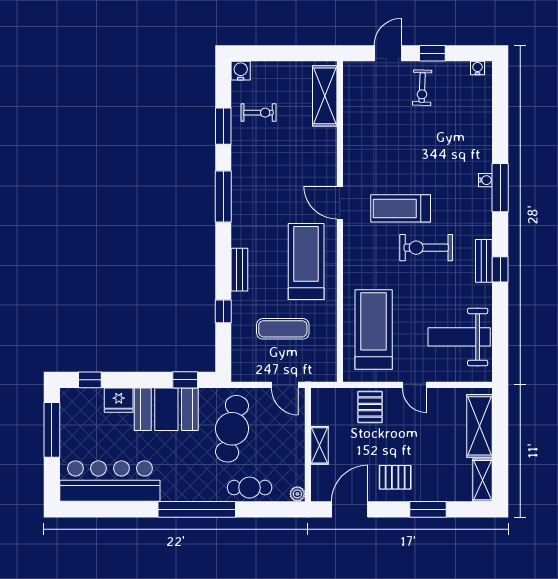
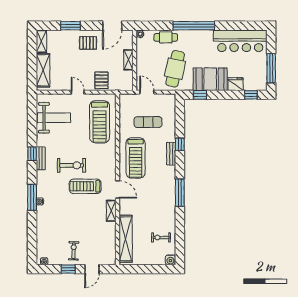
shelving: (325, 96) -> (126, 239), width x1.47
window: (223, 126) -> (180, 230), removed
shelving: (352, 163) -> (111, 211), added
treadmill: (401, 208) -> (85, 186), turned 180
window: (223, 311) -> (180, 144), moved

